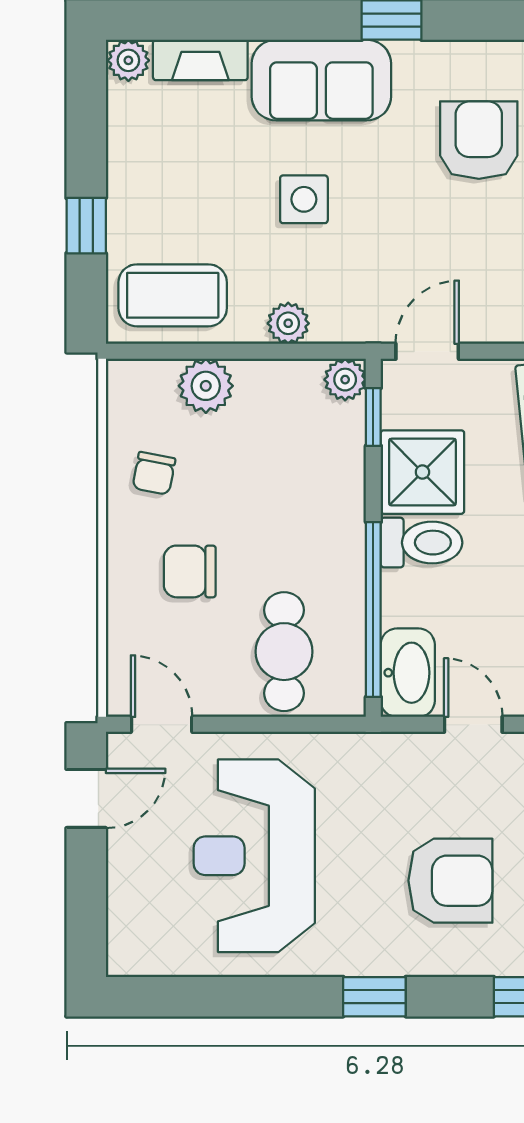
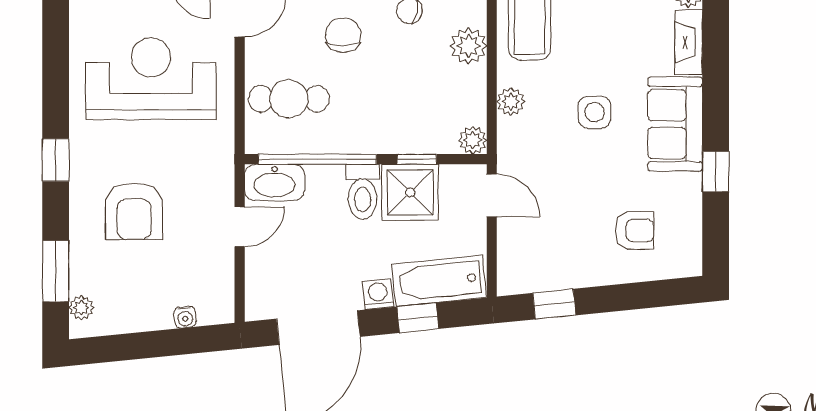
armchair: (479, 140) -> (635, 230), width x0.72, depth x0.72
window: (373, 417) -> (417, 159), moved

